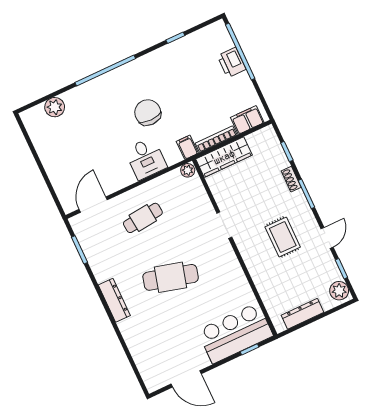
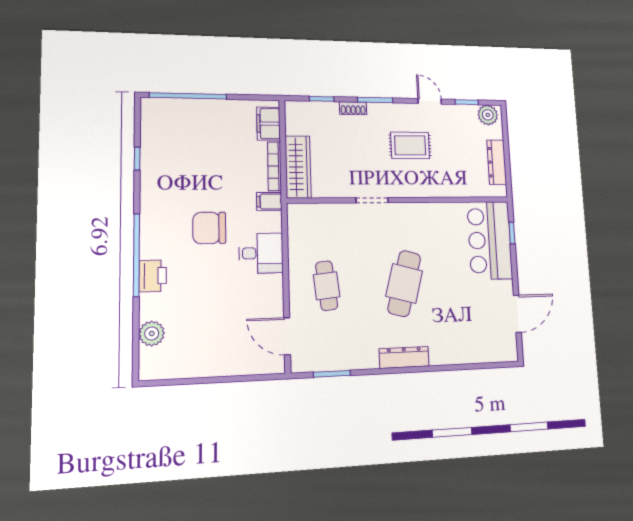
printer: (232, 62) -> (153, 276), moved, turned -90
plant: (188, 170) -> (295, 213), removed

